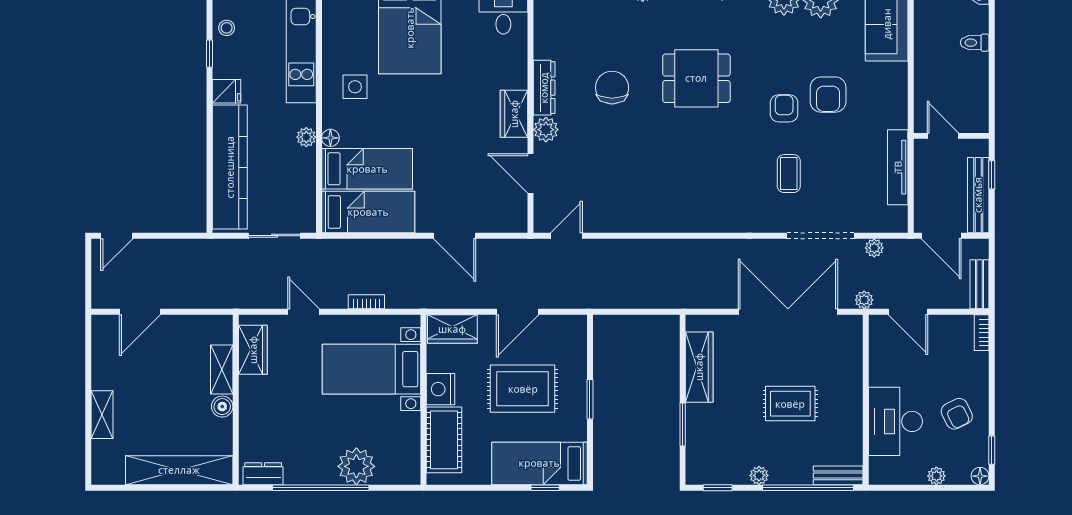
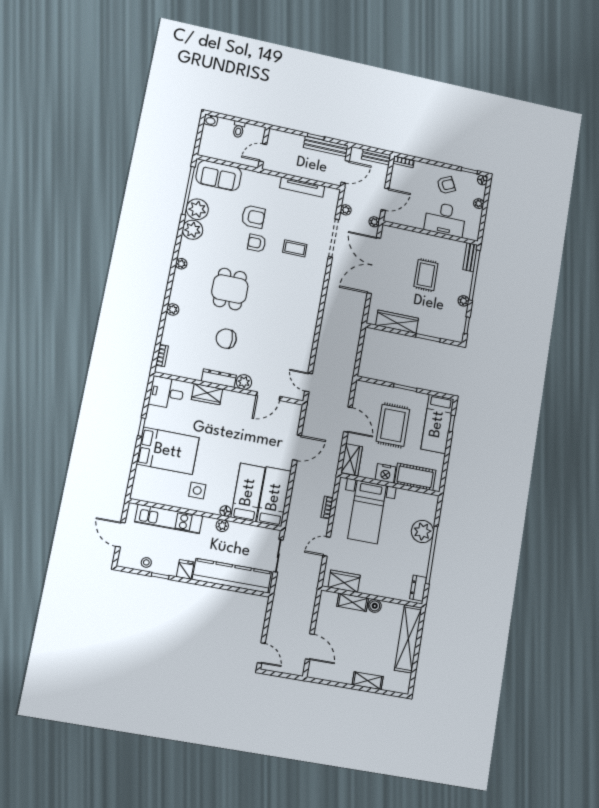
wardrobe: (514, 114) -> (207, 394), moved
door: (943, 136) -> (263, 153), moved
wall: (951, 136) -> (264, 148), moved

